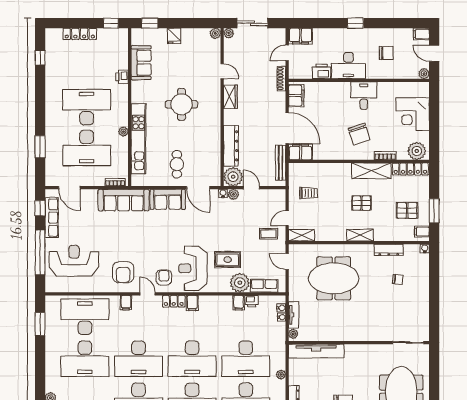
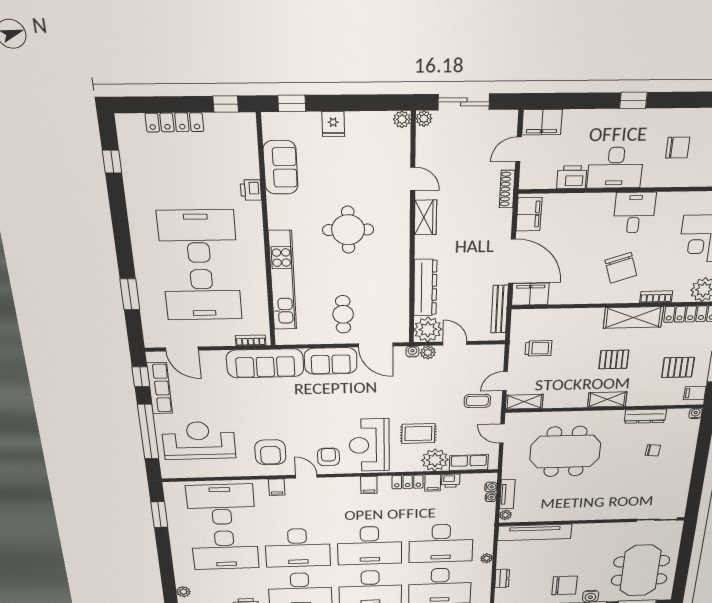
plant: (123, 132) -> (258, 271), removed
locker: (174, 301) -> (408, 482), moved

